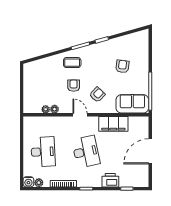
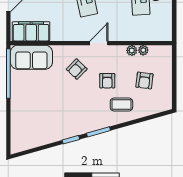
coffee table: (72, 63) -> (121, 105), moved
armchair: (122, 66) -> (144, 81), moved
door: (80, 115) -> (99, 43), swing flipped
filing cabinet: (113, 124) -> (31, 31), moved

